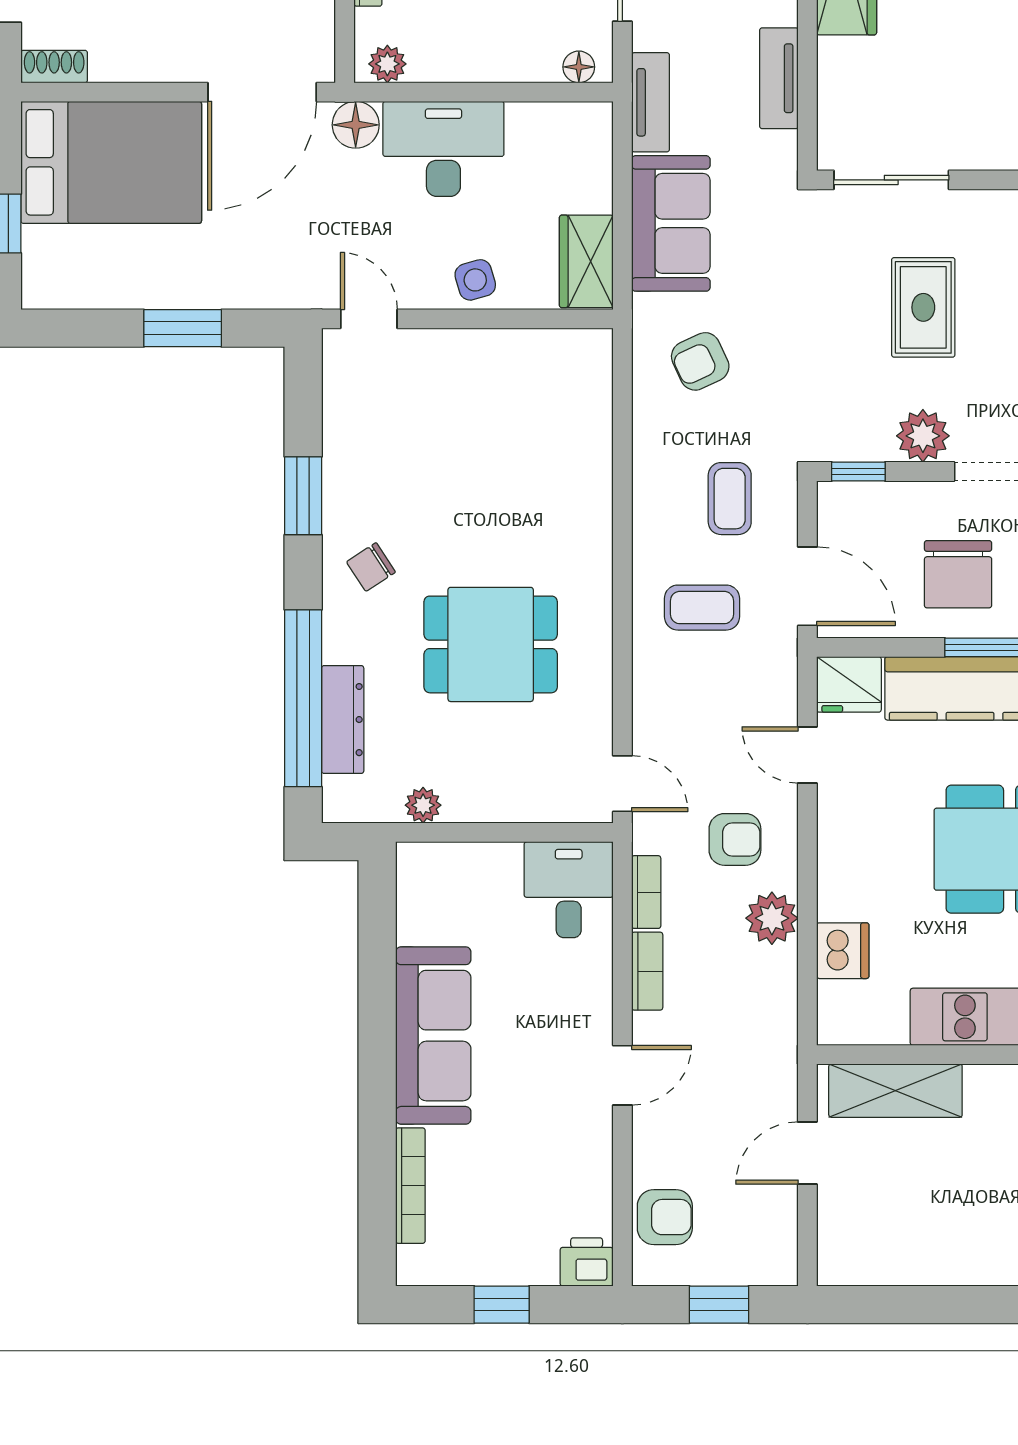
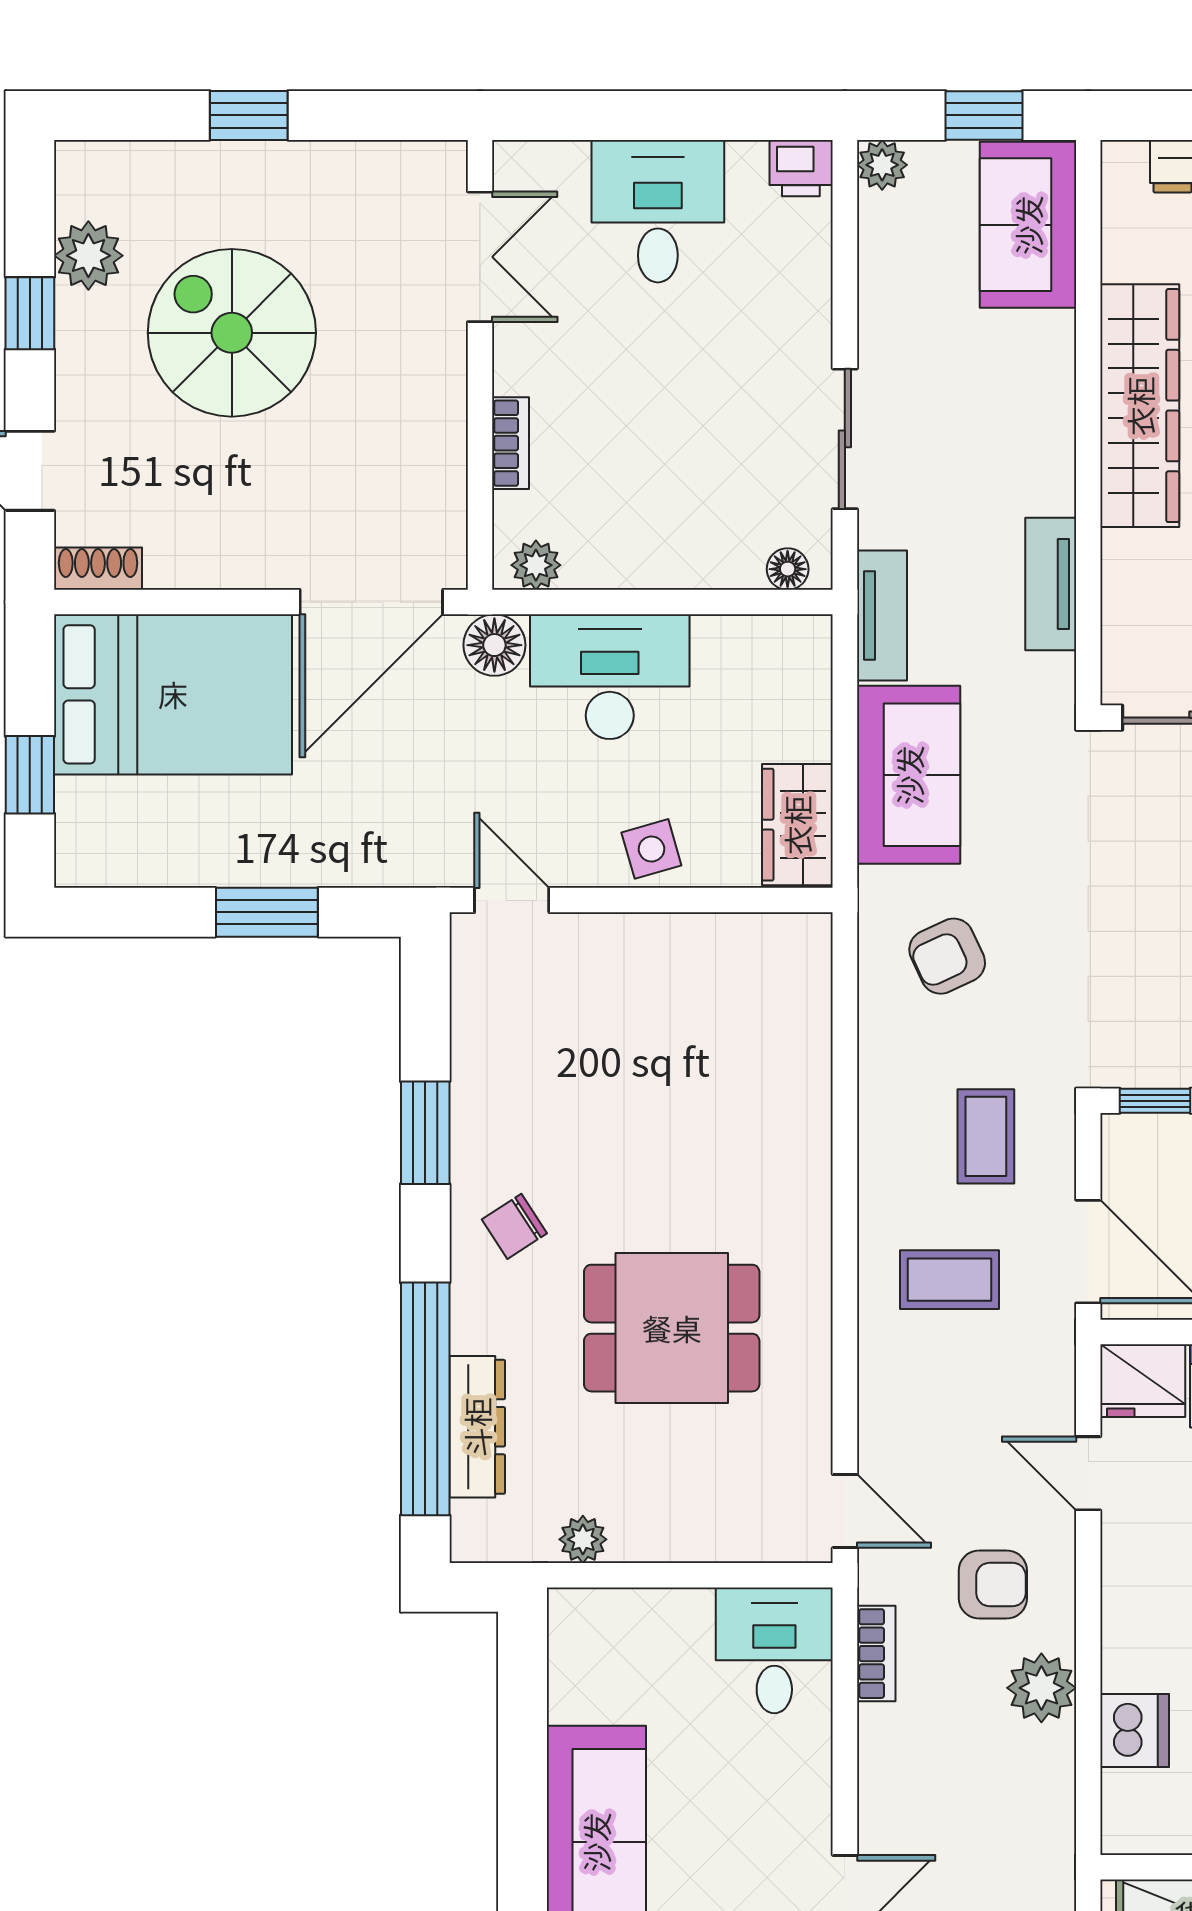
bookcase: (647, 971) -> (878, 1757), removed

